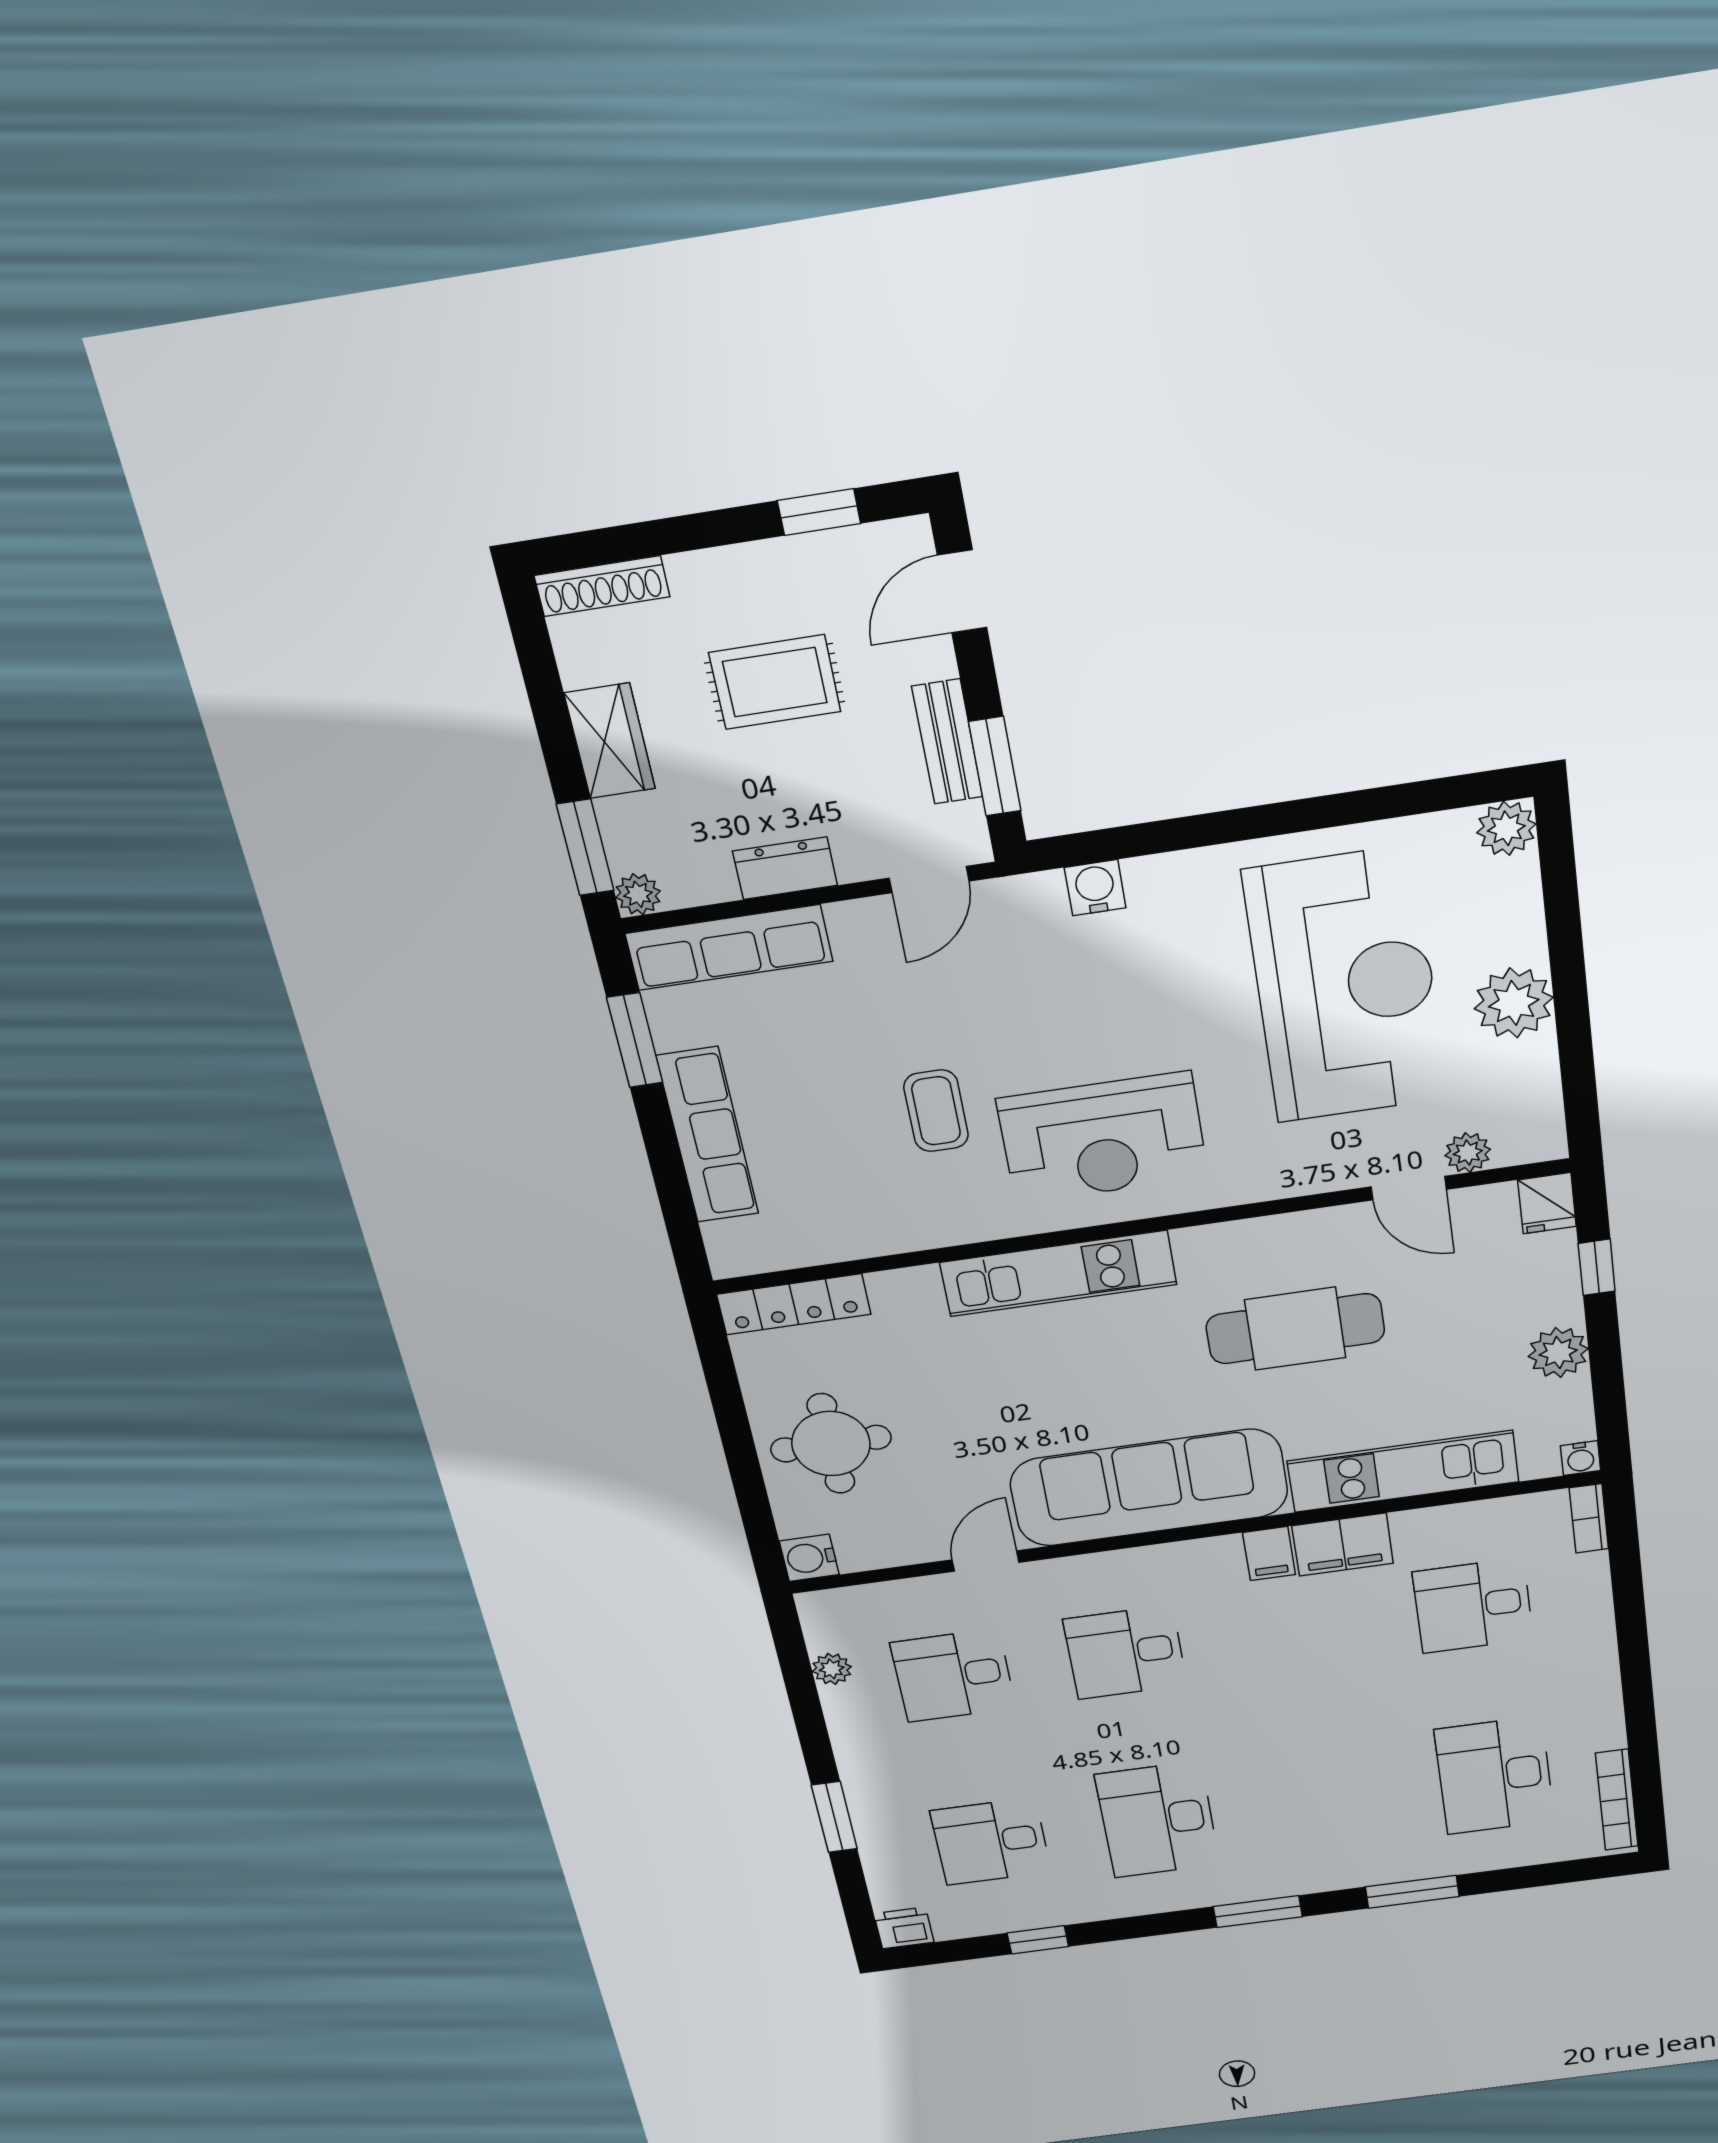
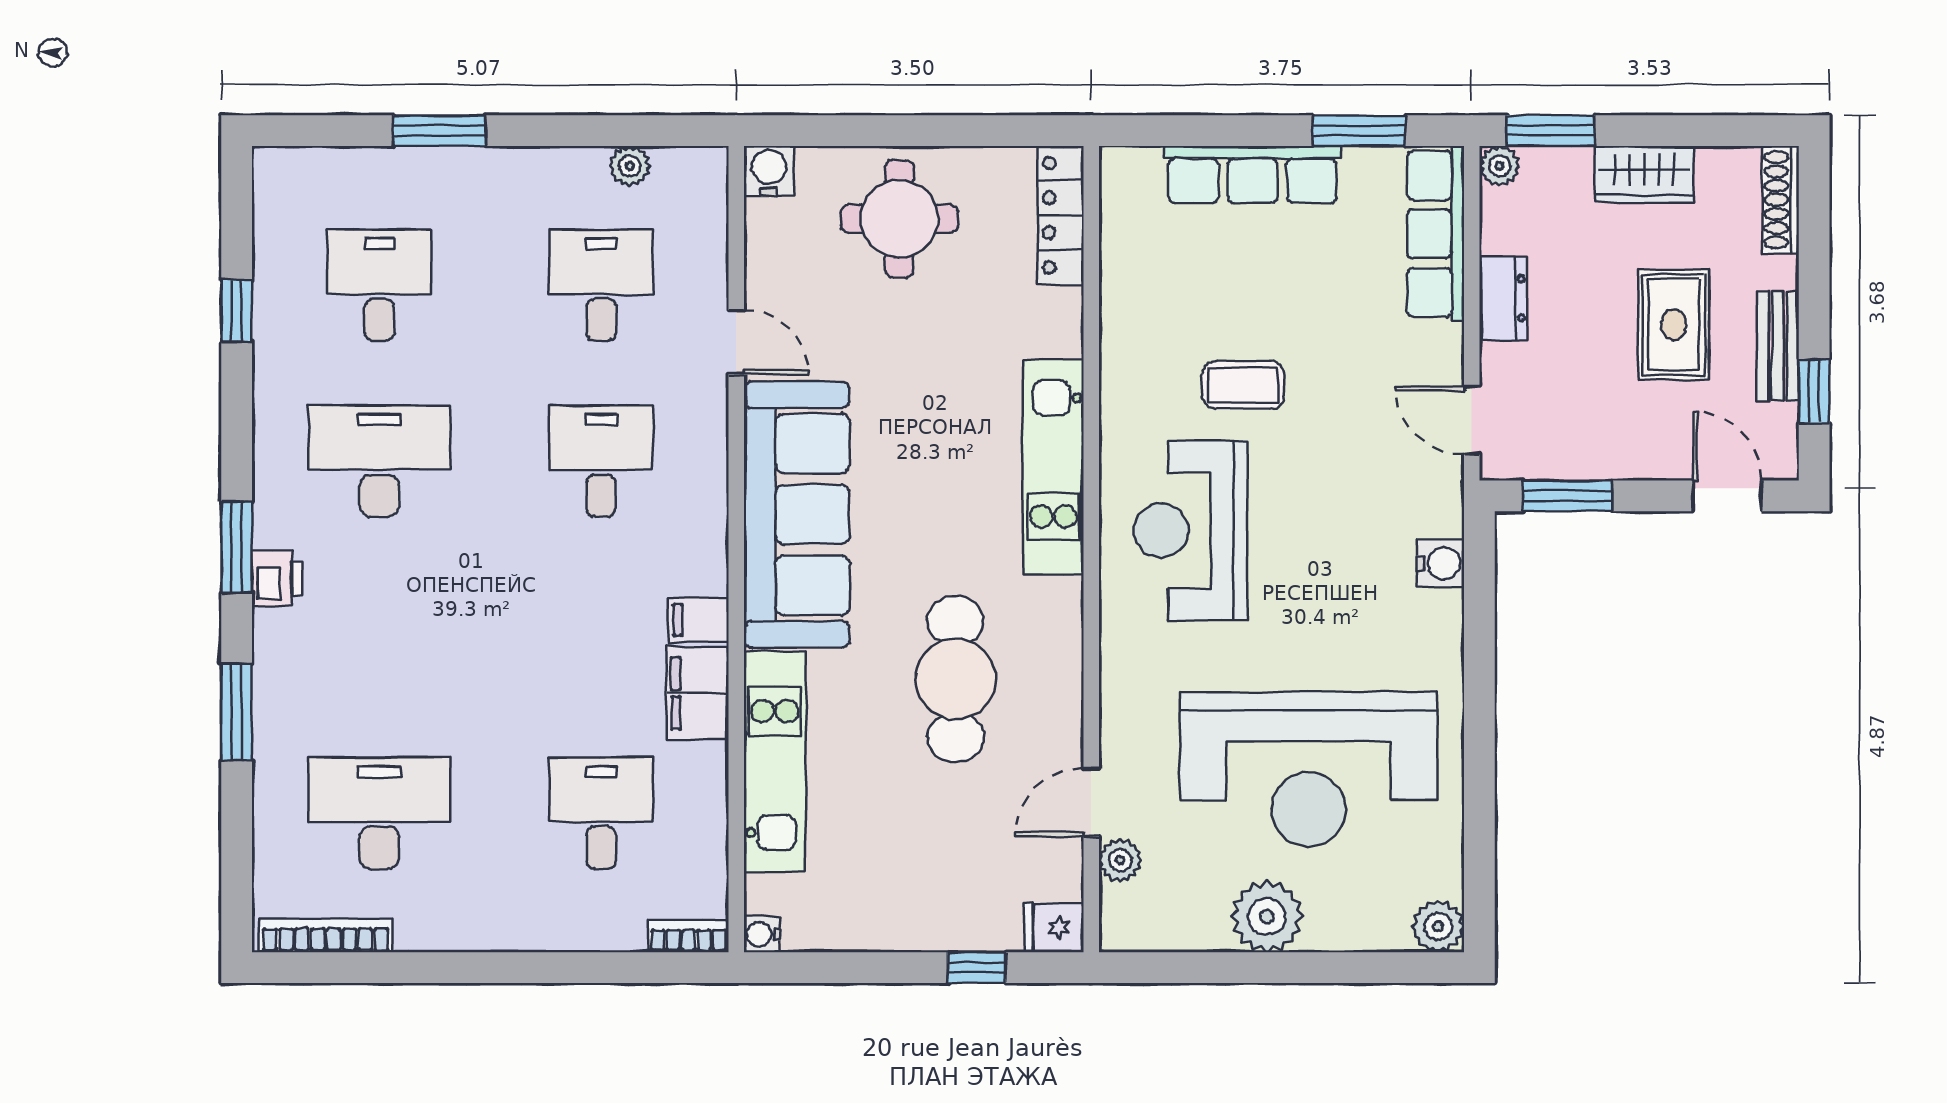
bench: (947, 742) -> (1778, 346), moved, turned 90
plant: (1558, 1353) -> (888, 923), removed
printer: (904, 1928) -> (277, 578), moved

